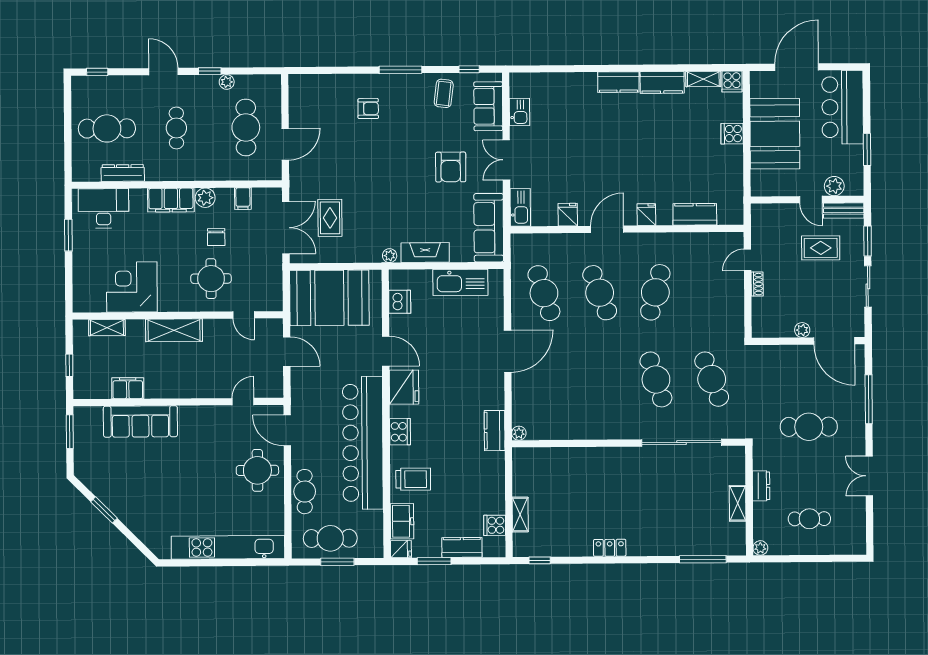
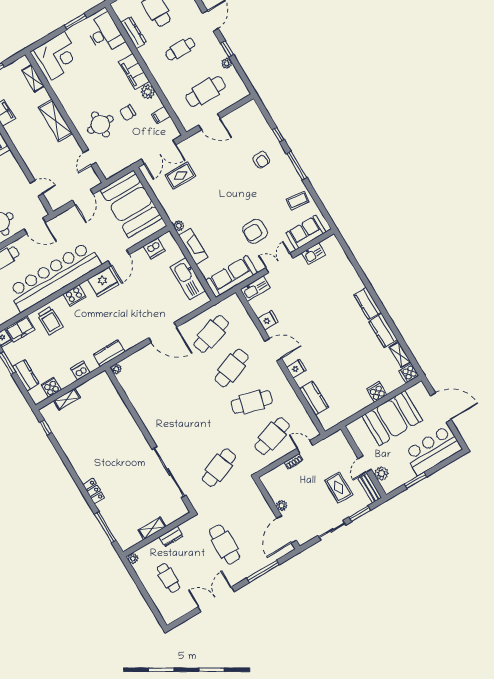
window: (469, 69) -> (278, 134), moved
corner desk: (132, 287) -> (58, 56), moved, turned 90
cafe table: (656, 379) -> (272, 436), moved
door: (287, 430) -> (35, 226), swing flipped
double door: (869, 476) -> (216, 599), width x1.37
dishwasher: (495, 478) -> (81, 370), added
locker: (610, 548) -> (94, 491), moved

